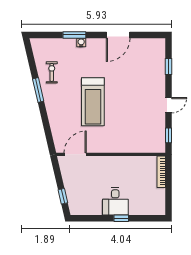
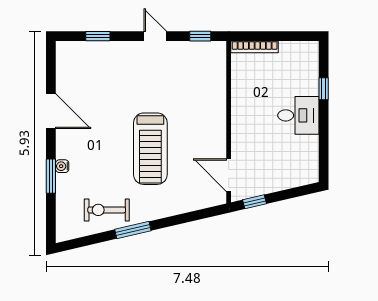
exercise bike: (52, 72) -> (107, 210), width x1.38, depth x1.39
treadmill: (93, 102) -> (150, 149), turned 90
window: (63, 196) -> (255, 202), moved
window: (121, 218) -> (324, 89), moved

